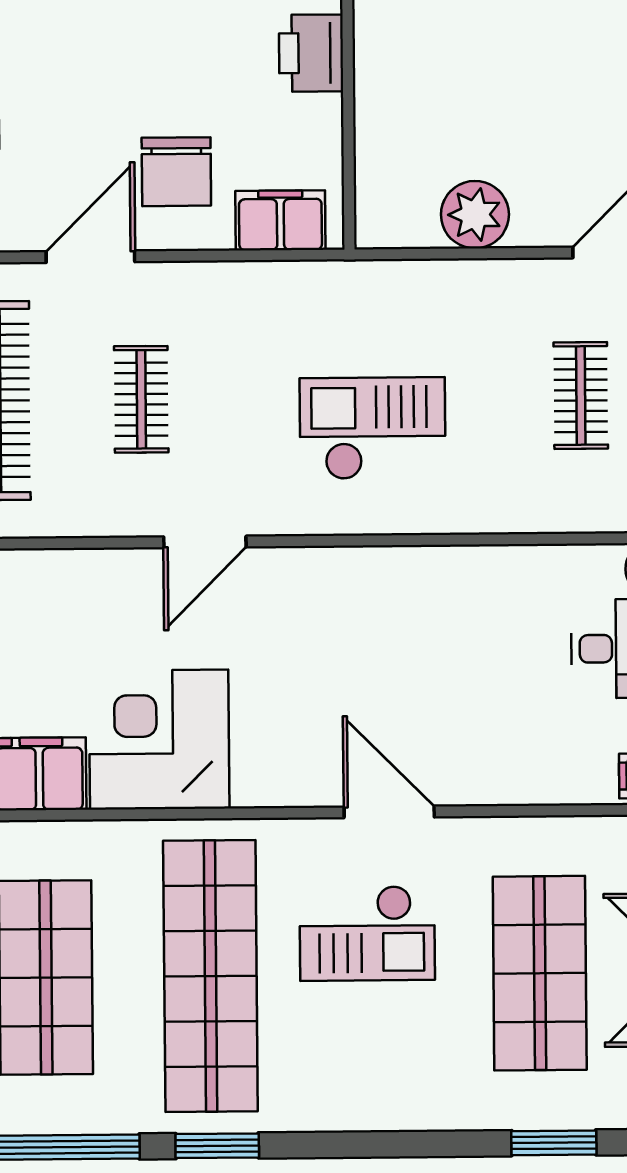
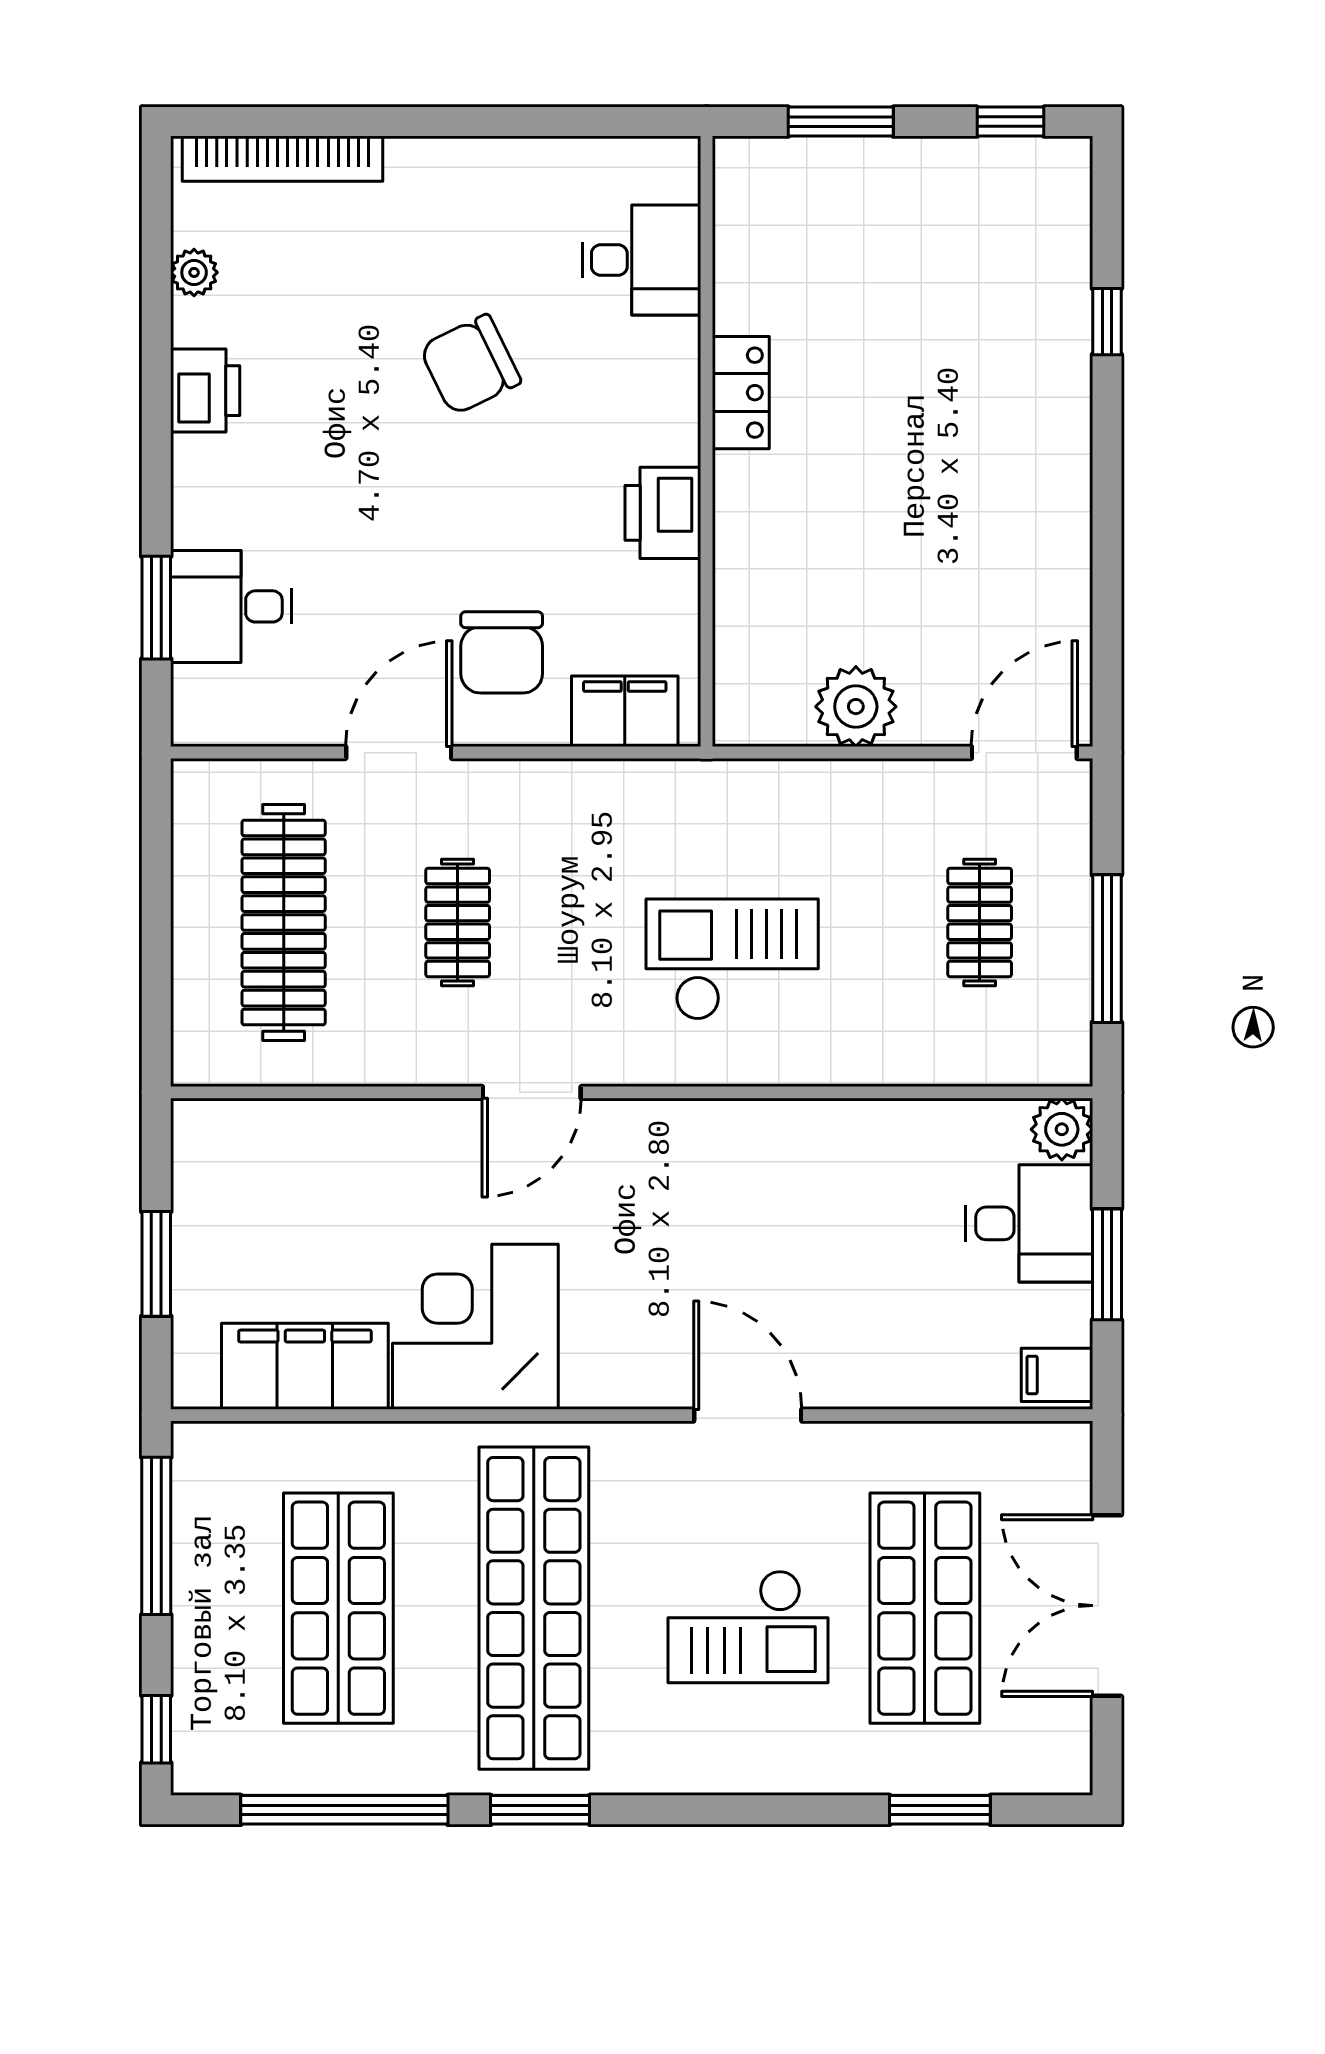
checkout: (367, 933) -> (748, 1627), moved

